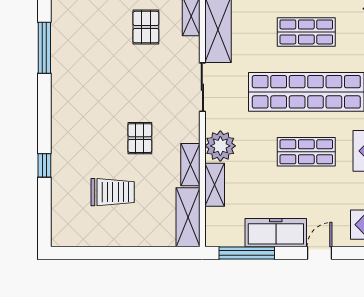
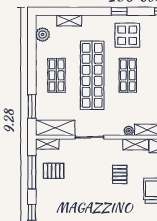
pallet: (140, 138) -> (120, 174), turned 90
plant: (220, 146) -> (129, 131), width x0.53, depth x0.53

